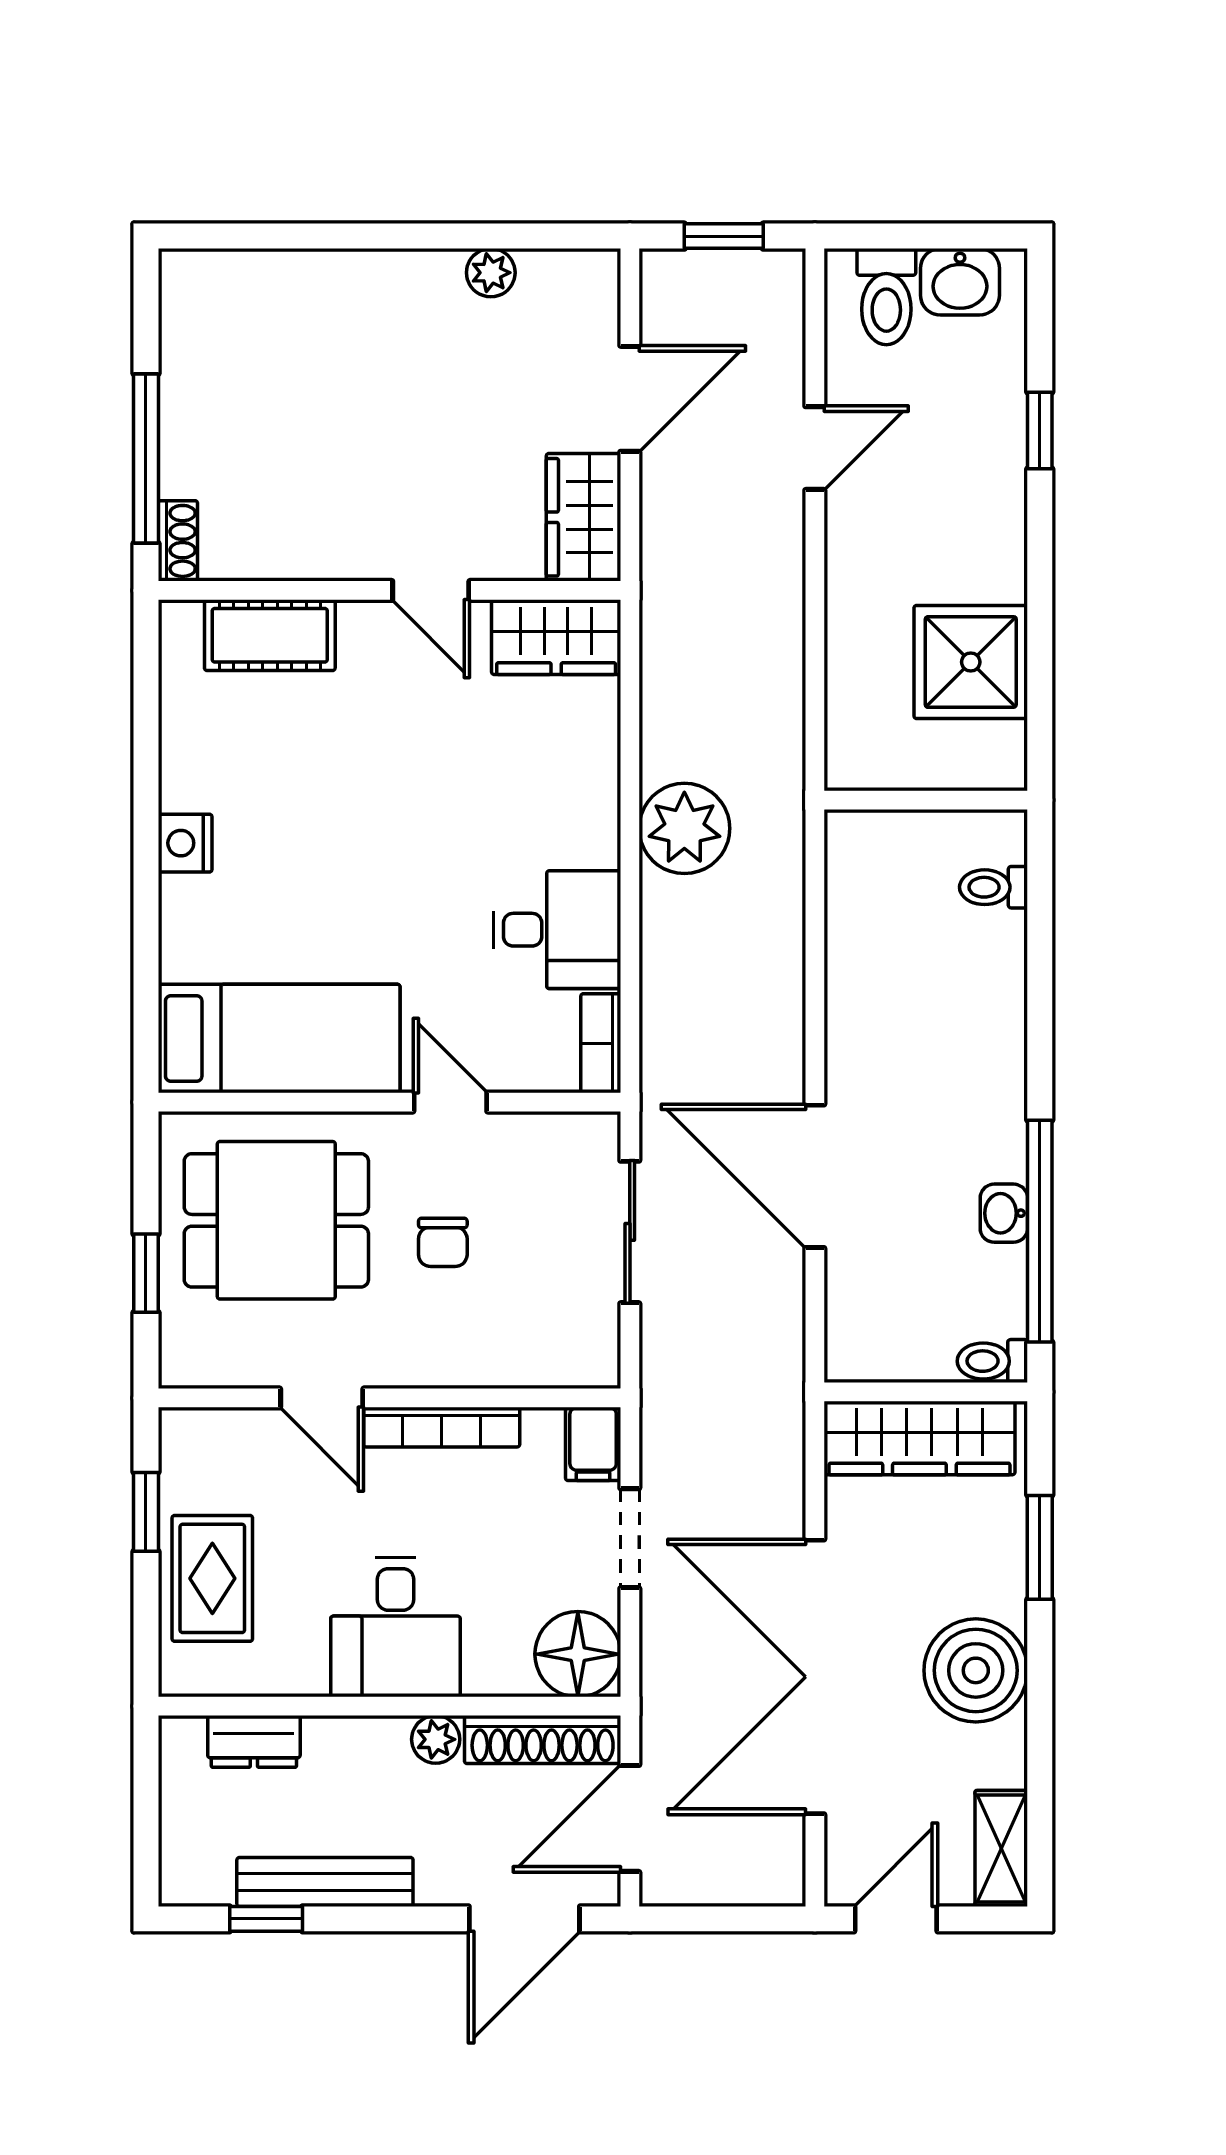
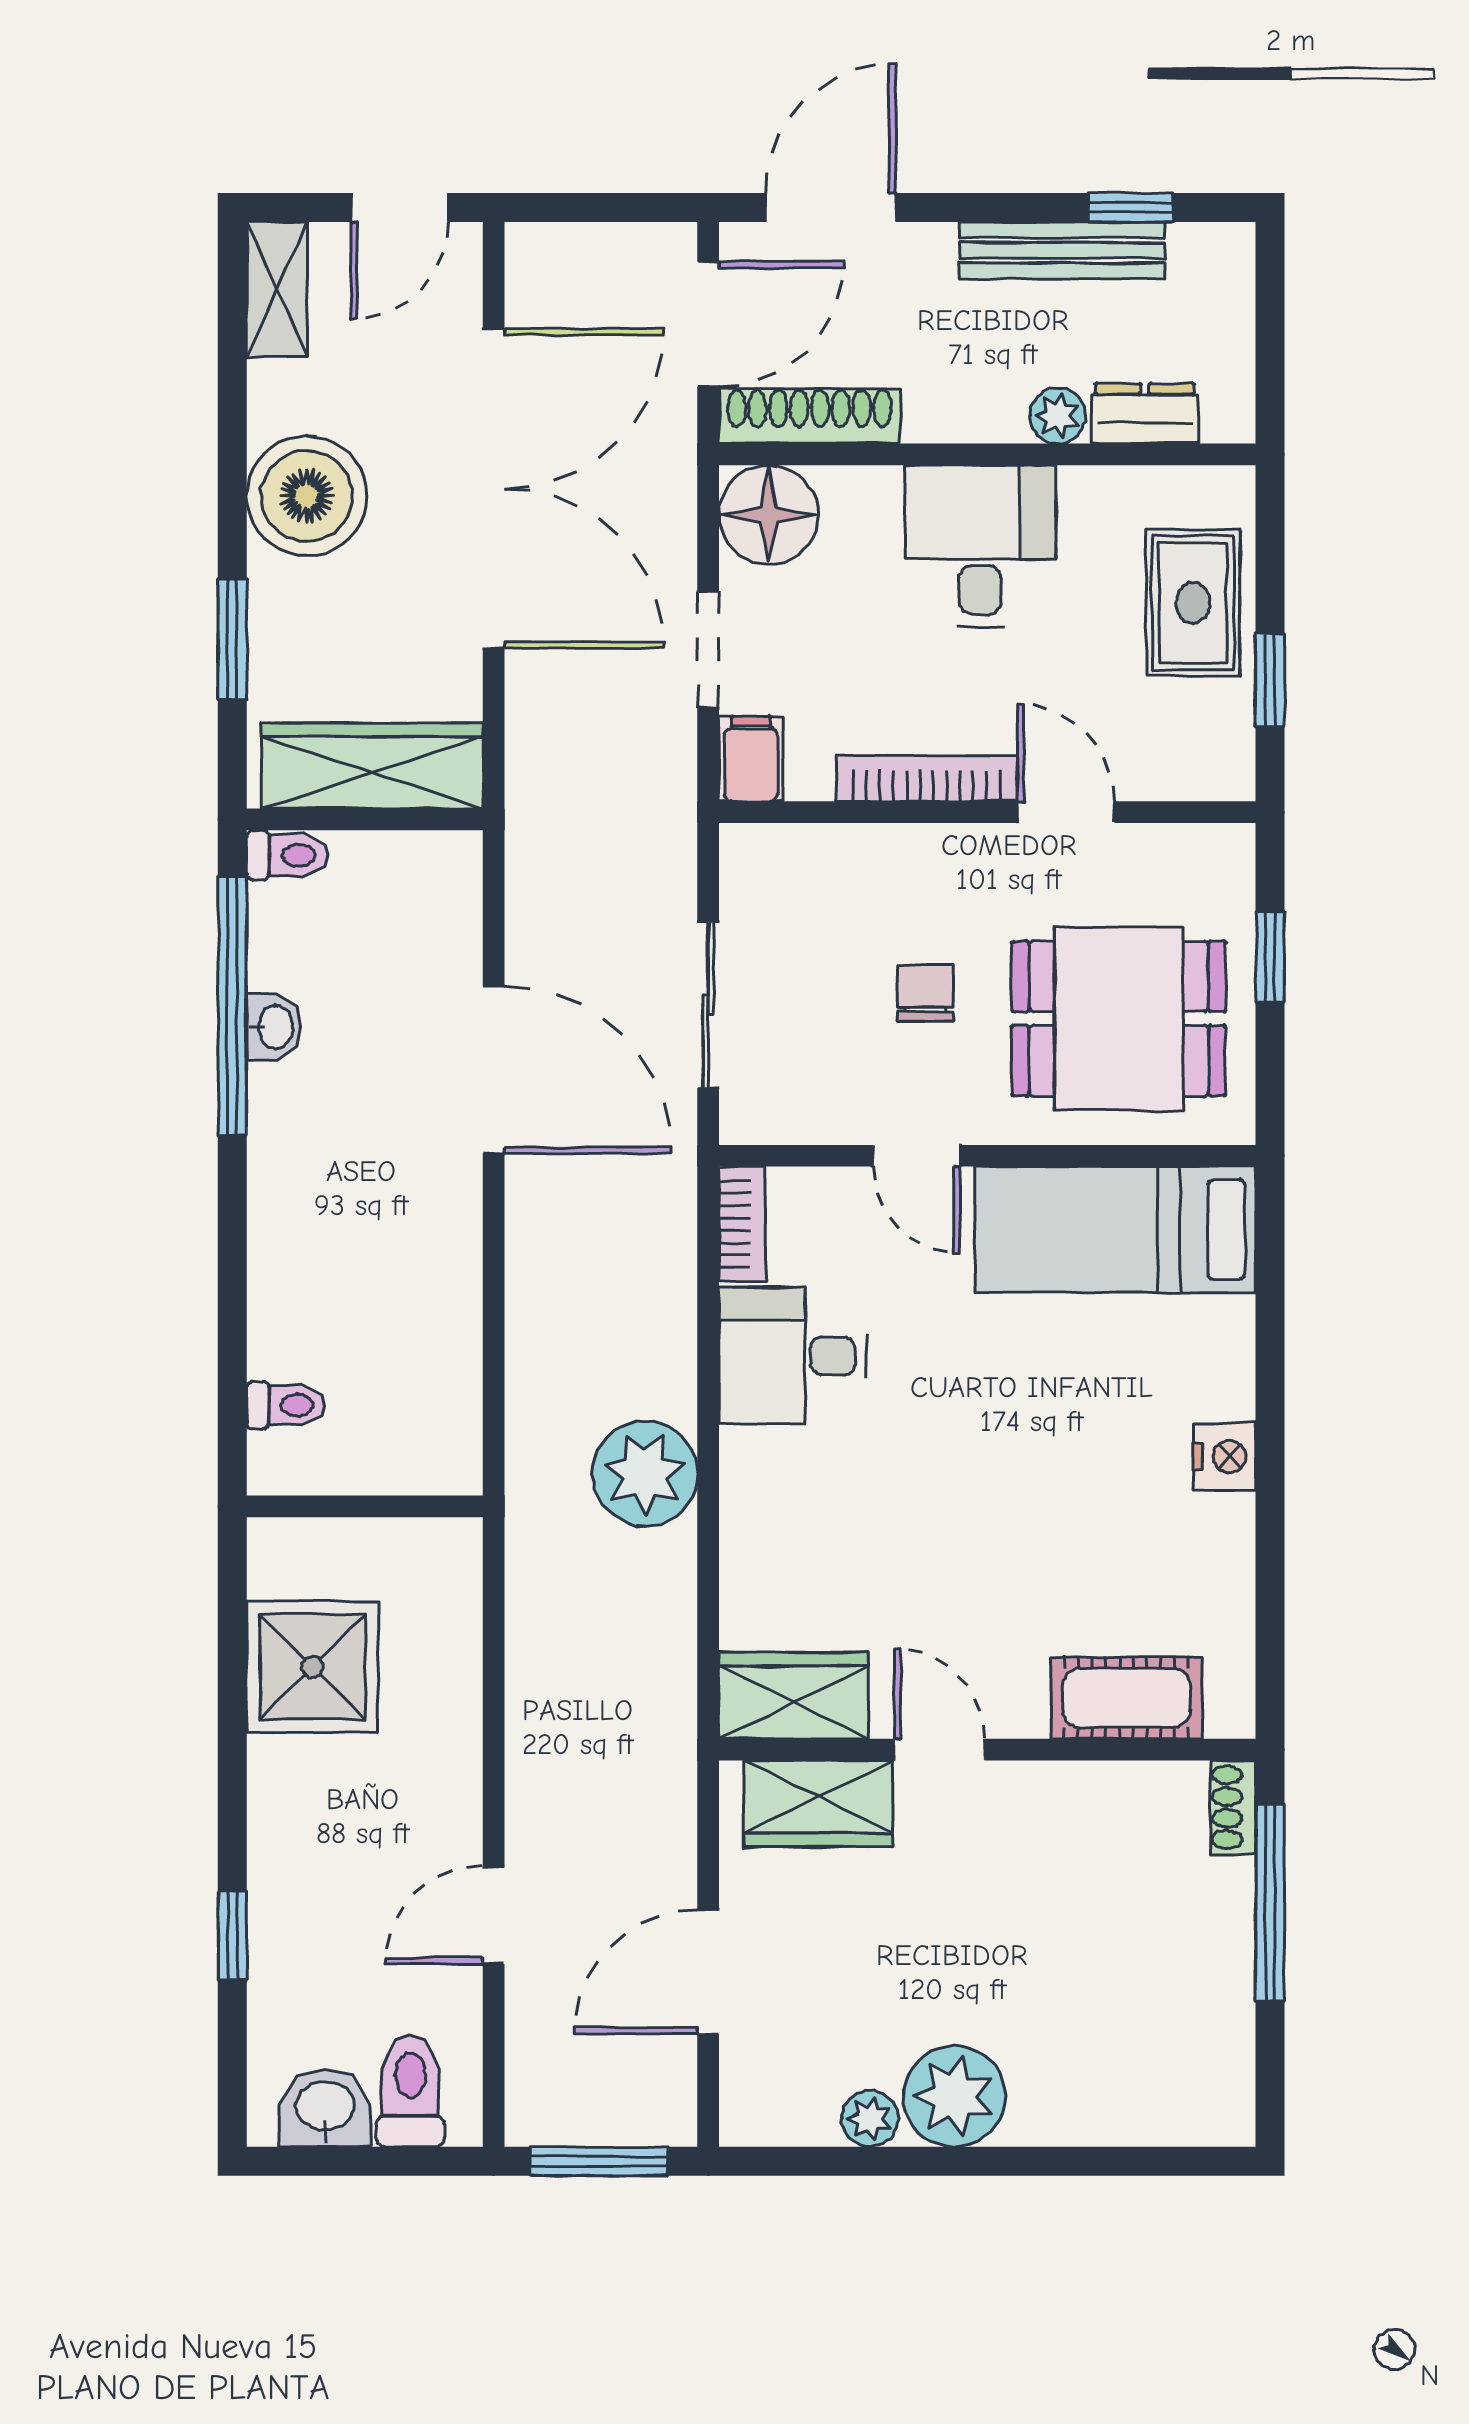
window: (724, 236) -> (599, 2161), width x1.50
plant: (418, 292) -> (954, 2096), added
wardrobe: (584, 517) -> (818, 1804), moved, turned 90
plant: (436, 1739) -> (1058, 416), moved

